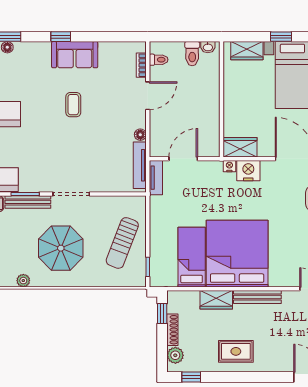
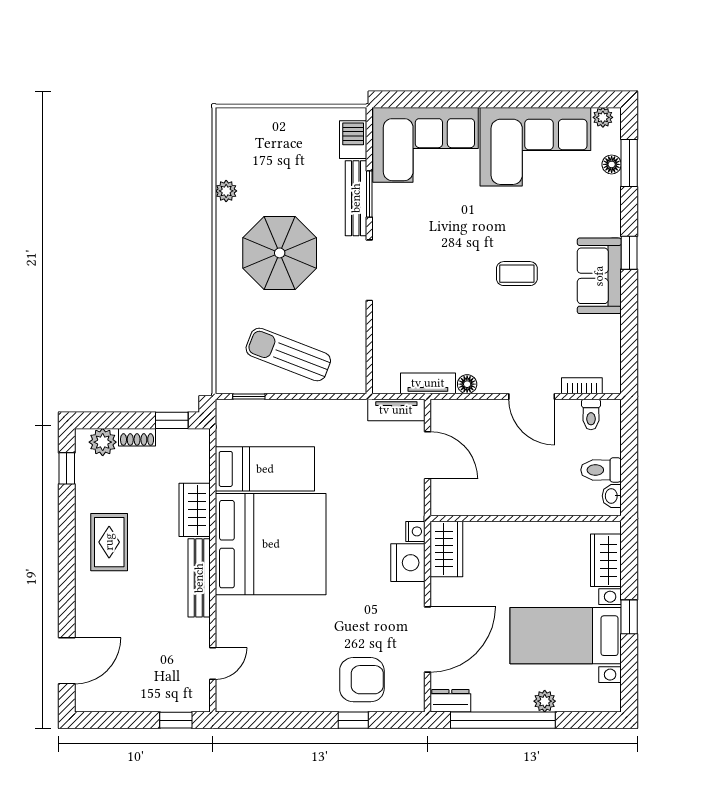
tv unit: (140, 165) -> (428, 383), width x0.71
shoe rack: (172, 330) -> (137, 437), width x0.70

